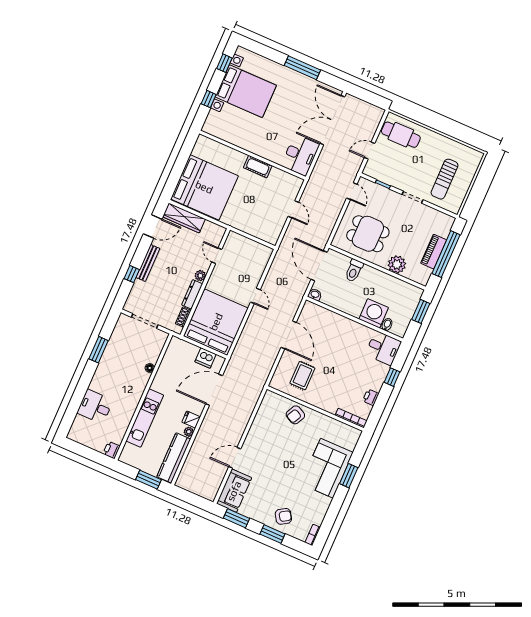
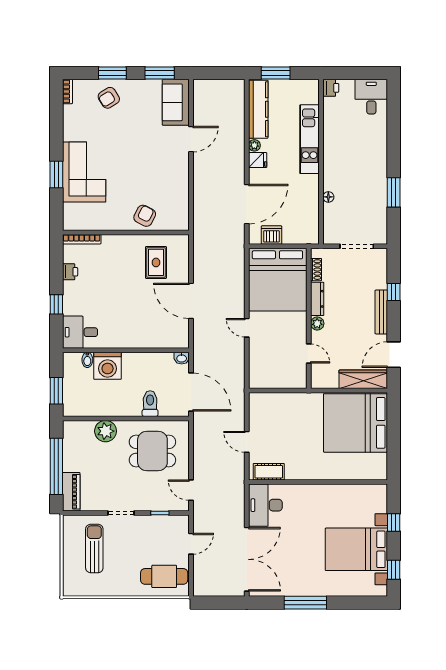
cot: (258, 167) -> (269, 472), moved
piano: (434, 252) -> (71, 492), moved
desk: (95, 407) -> (371, 97), moved, turned -90

